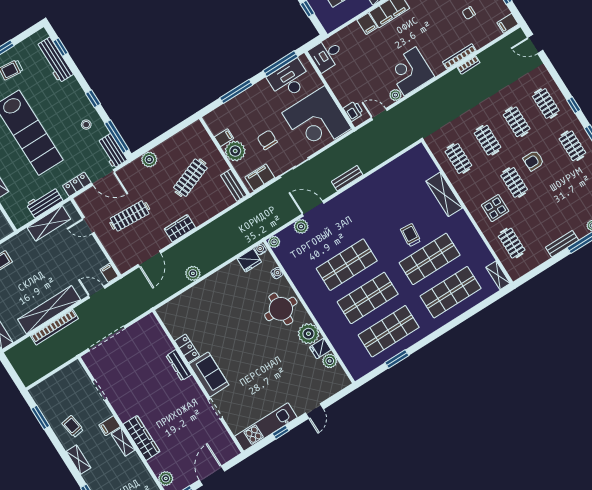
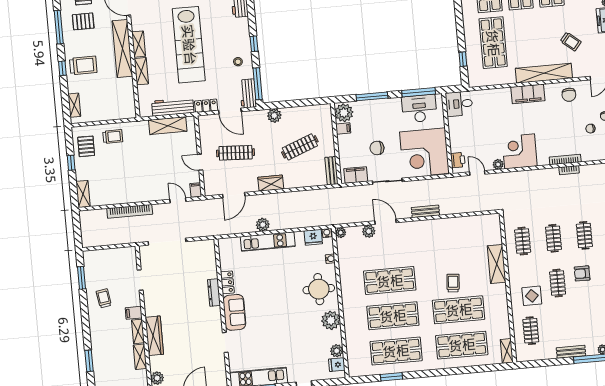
filing cabinet: (367, 24) -> (505, 96), removed
chair: (267, 140) -> (377, 148), turned -90
plant: (235, 151) -> (344, 113), moved
workbench: (44, 202) -> (173, 107), width x1.37
door: (88, 226) -> (200, 162), moved
kitchen unit: (206, 288) -> (268, 242), added
shelving: (49, 310) -> (133, 195), removed
fridge: (320, 348) -> (337, 365), moved
shelving: (78, 460) -> (140, 357), moved

